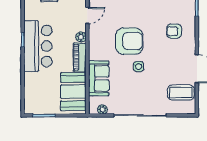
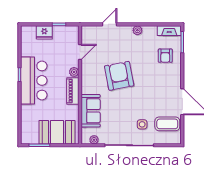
armchair: (174, 31) -> (165, 56), moved, turned -90
armchair: (129, 41) -> (119, 76), turned -101
side table: (139, 67) -> (142, 124), moved
booth: (73, 92) -> (57, 132), moved, turned 90

